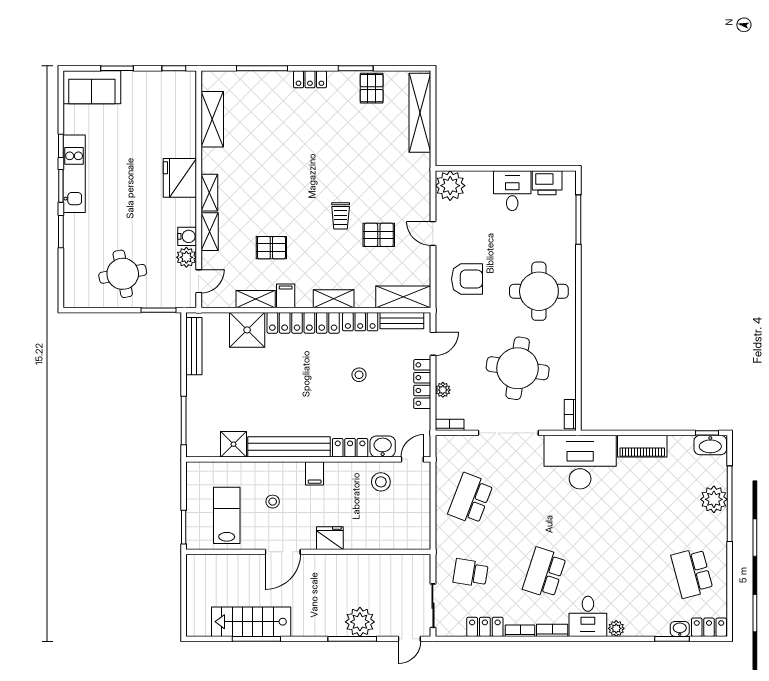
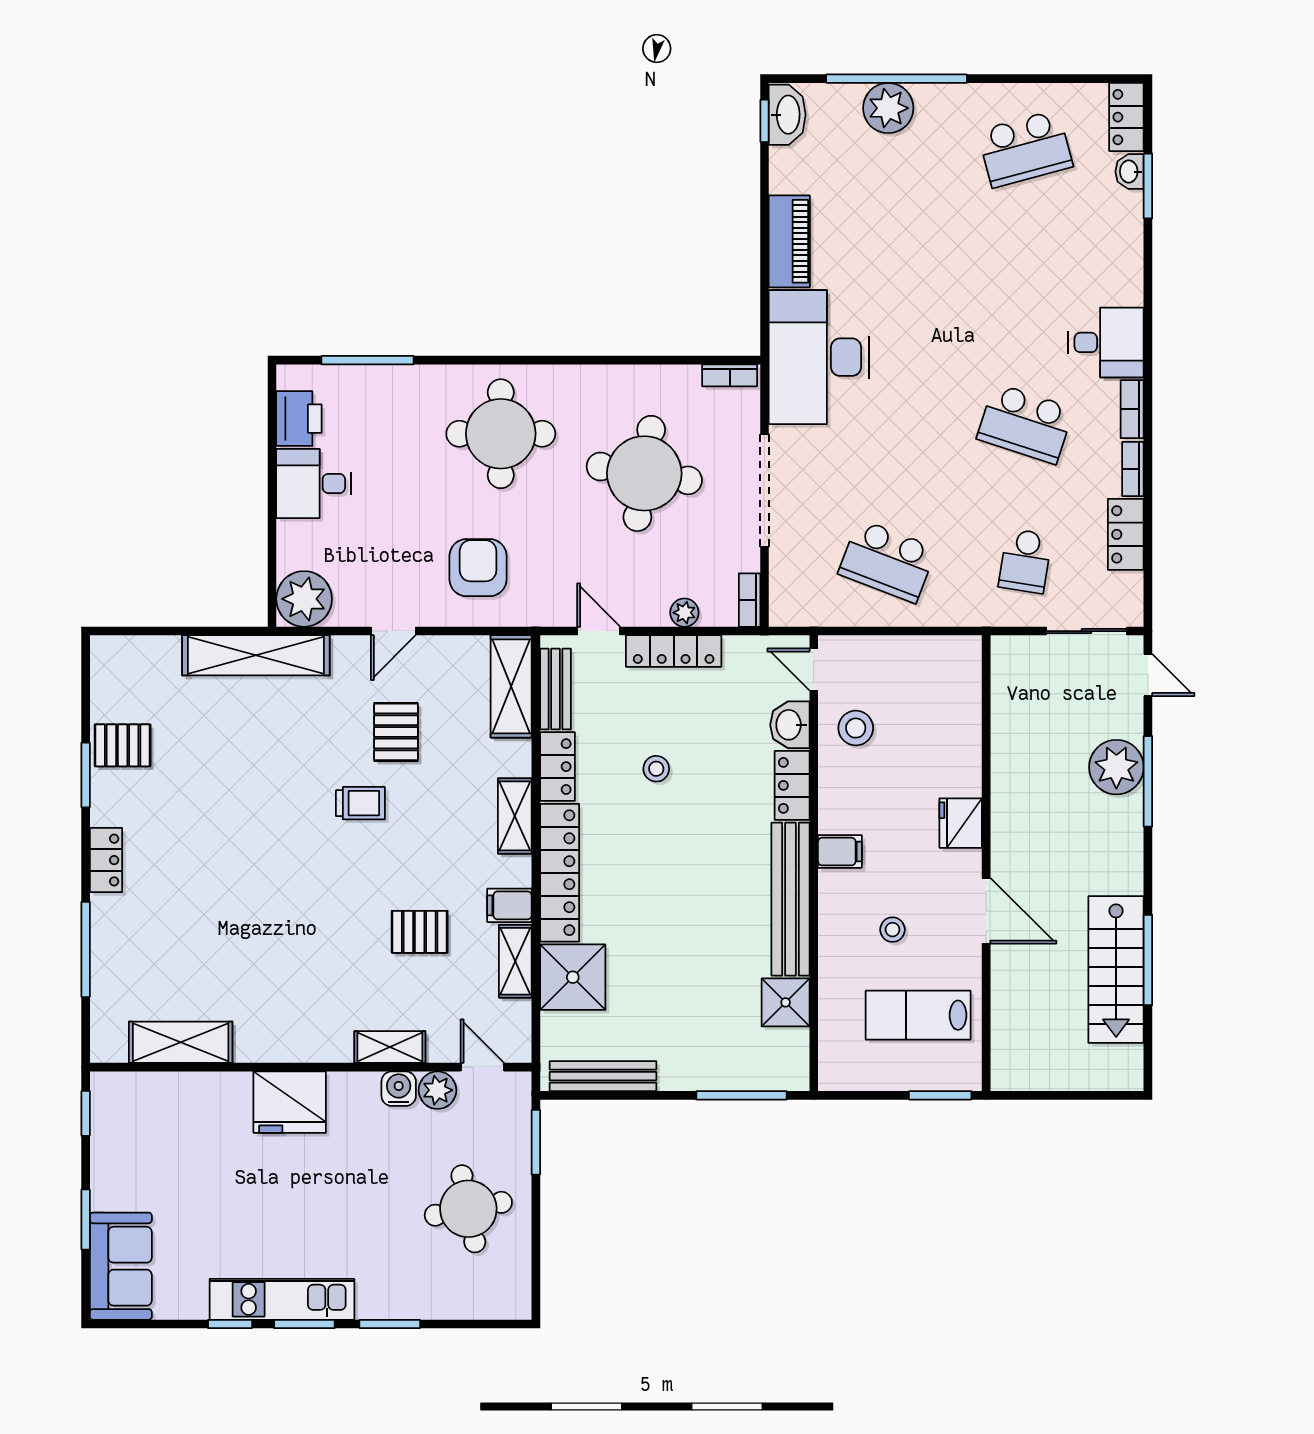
shelving: (420, 113) -> (256, 655), moved
shelving: (209, 193) -> (317, 1047), removed
pallet: (271, 248) -> (420, 932), turned 90
plant: (616, 628) -> (1129, 290), removed

